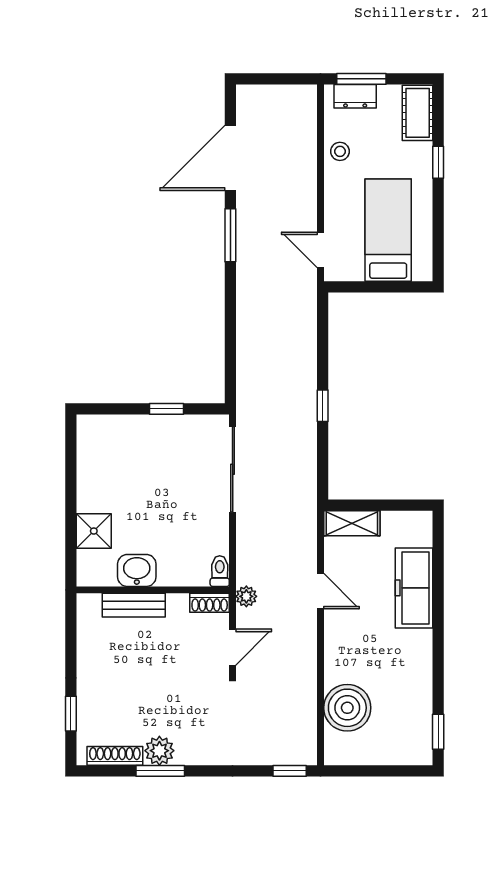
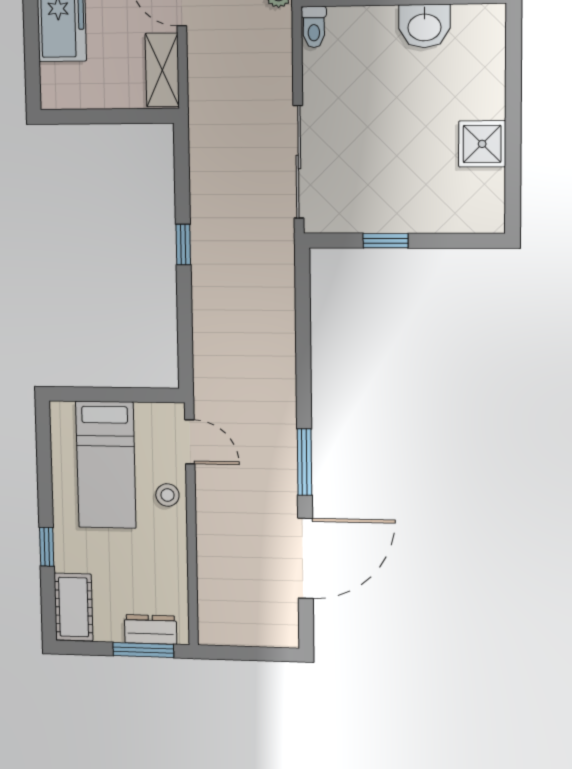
stool: (340, 151) -> (167, 495), moved
shelving: (352, 523) -> (162, 70), moved, turned 90
shower: (94, 531) -> (482, 144), moved

